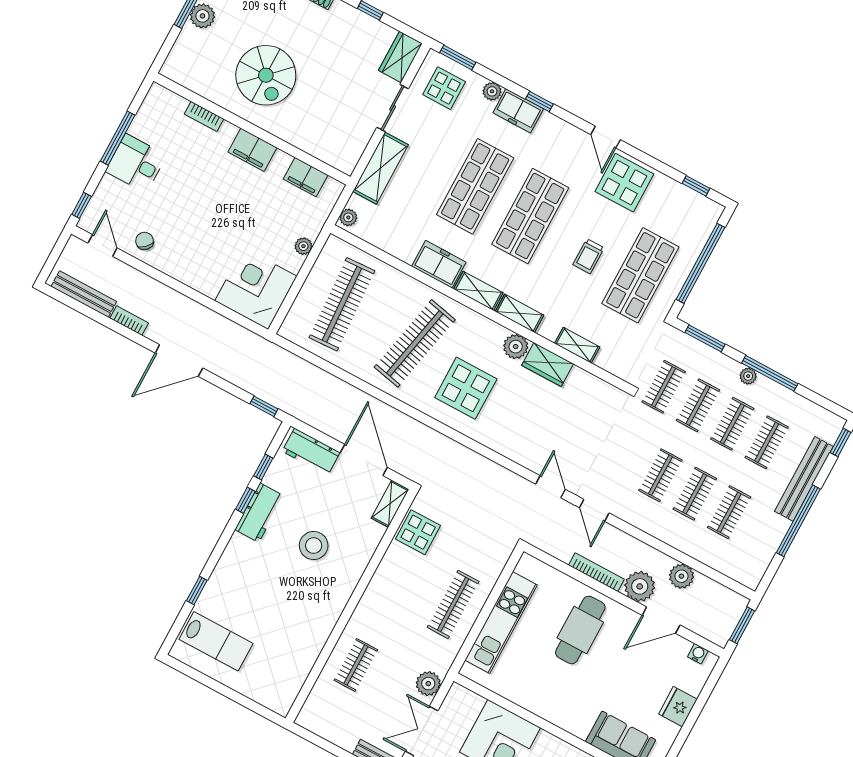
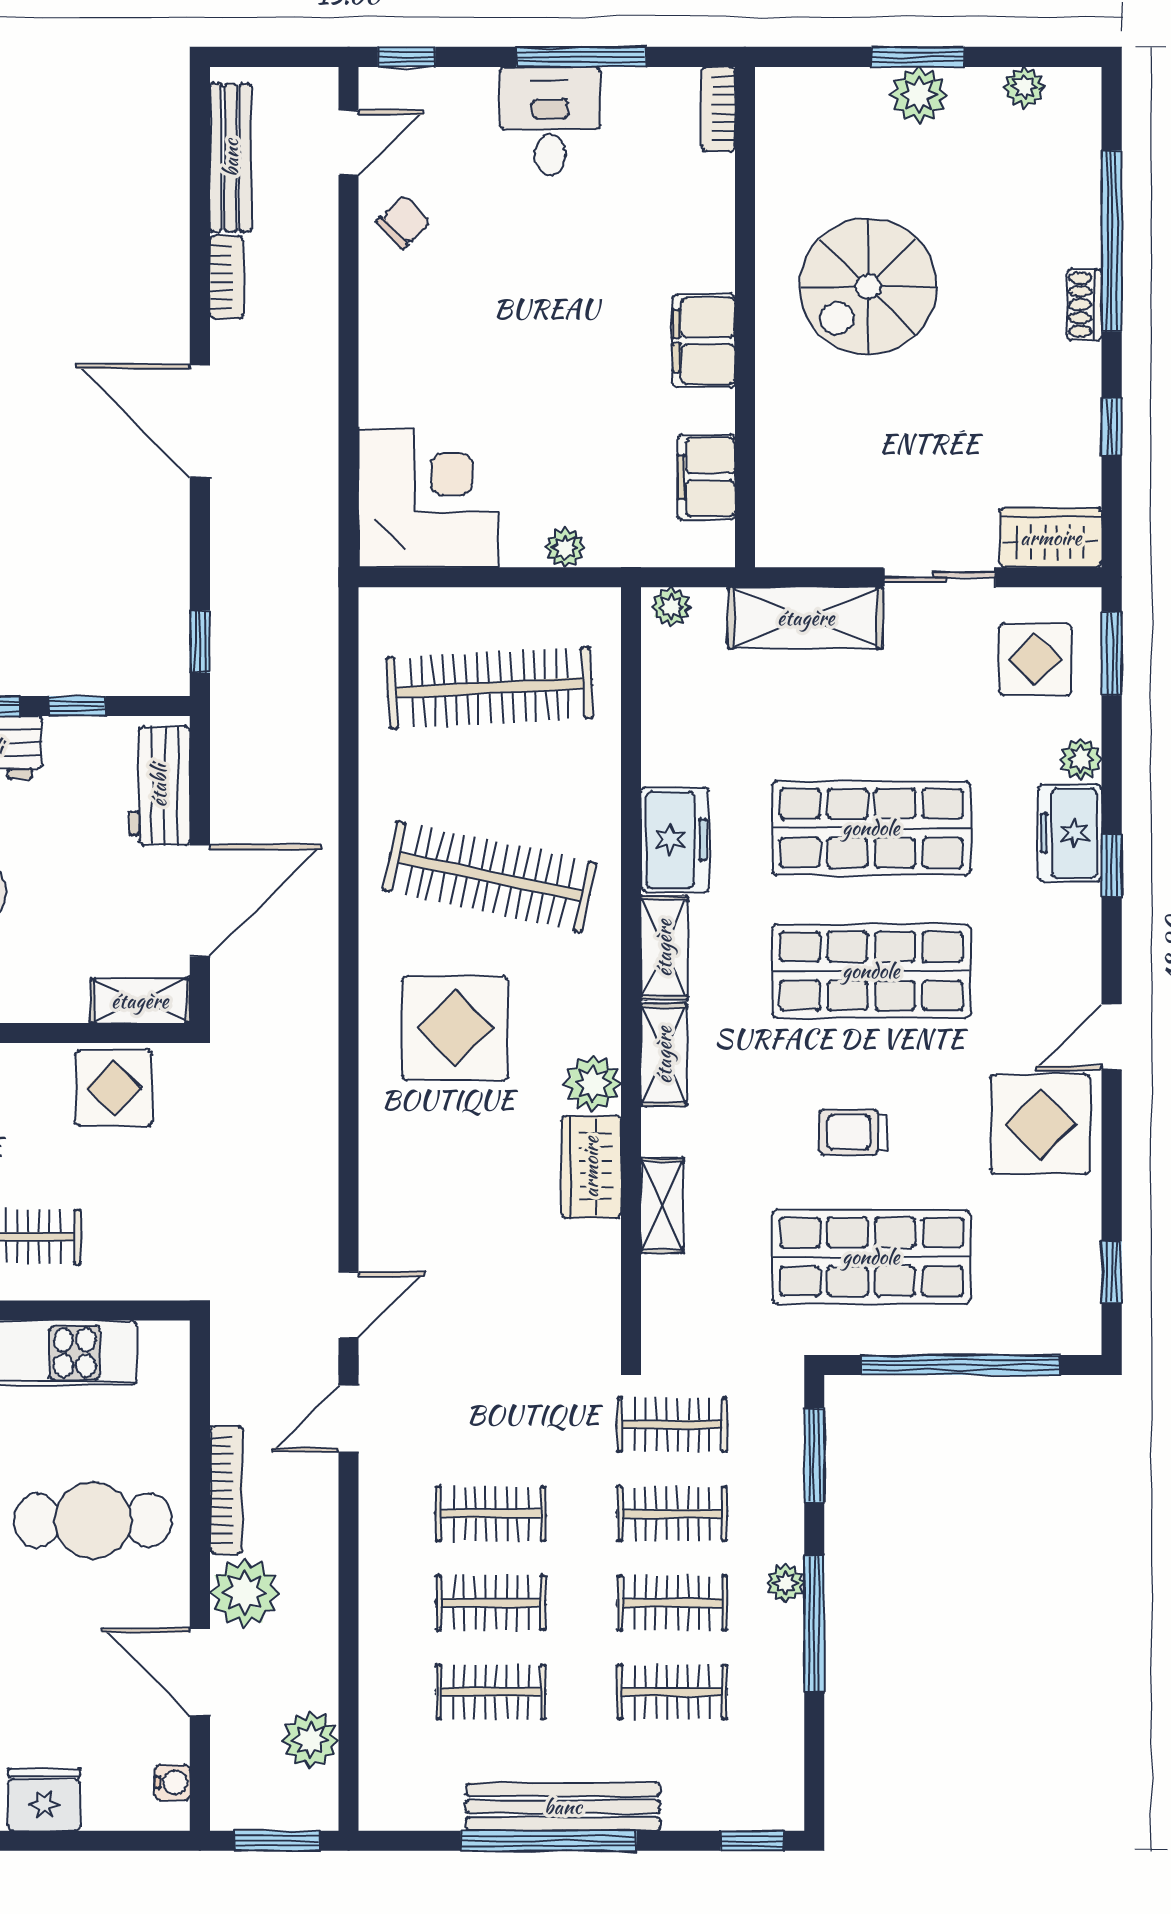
bookcase: (204, 116) -> (718, 109), moved
bench: (804, 479) -> (563, 1807), moved
plant: (681, 576) -> (310, 1740), moved

